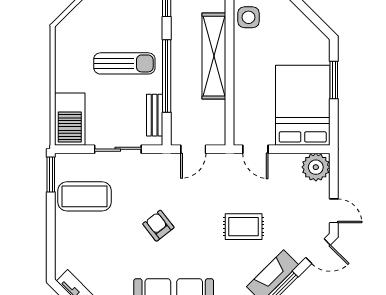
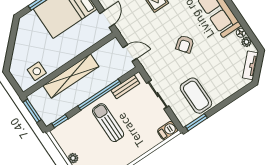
barbecue: (70, 119) -> (168, 131), width x0.53, depth x0.65

